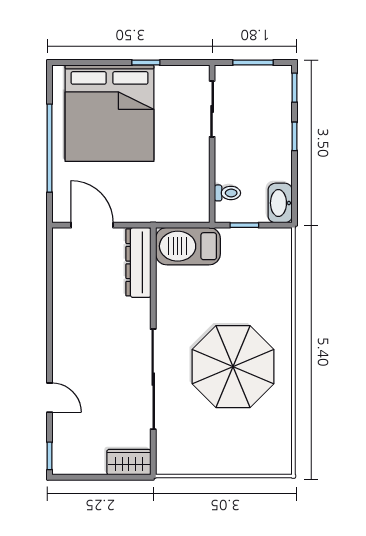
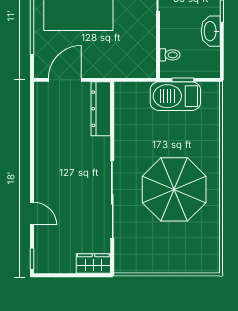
washbasin: (280, 203) -> (211, 31), moved
door: (92, 225) -> (65, 80), hinge flipped
barbecue: (188, 246) -> (175, 96), moved

